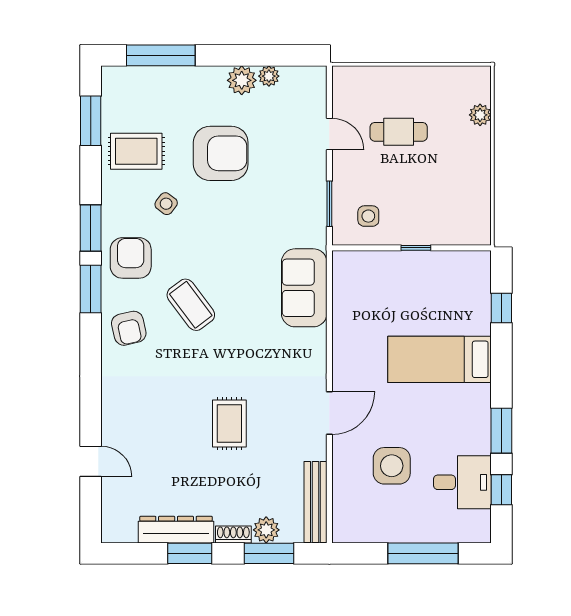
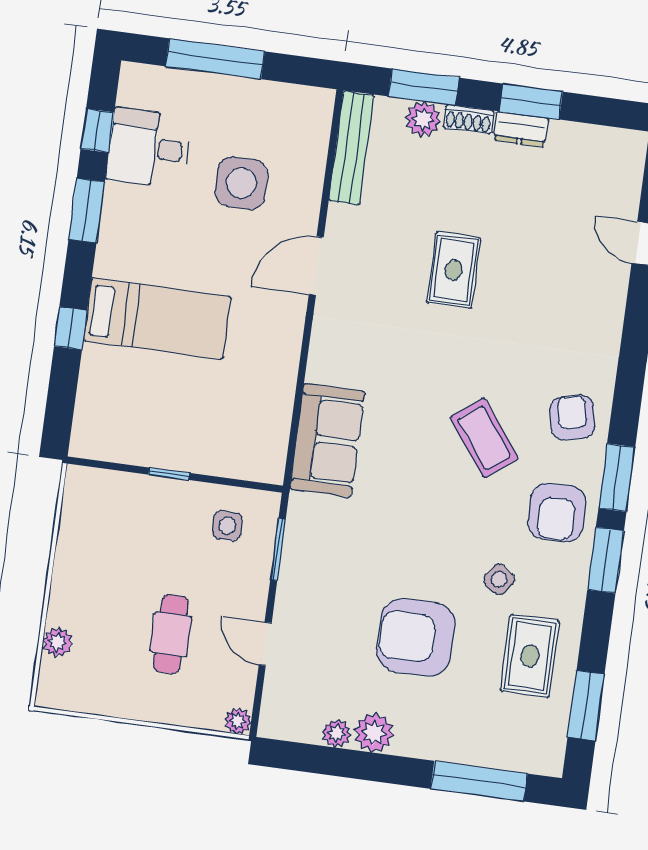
plant: (342, 75) -> (238, 721), added
cafe table: (399, 132) -> (171, 634), turned 90
rug: (136, 151) -> (530, 656), turned 90
window: (501, 308) -> (71, 328), moved
dresser: (176, 530) -> (521, 129), width x0.51, depth x0.80

